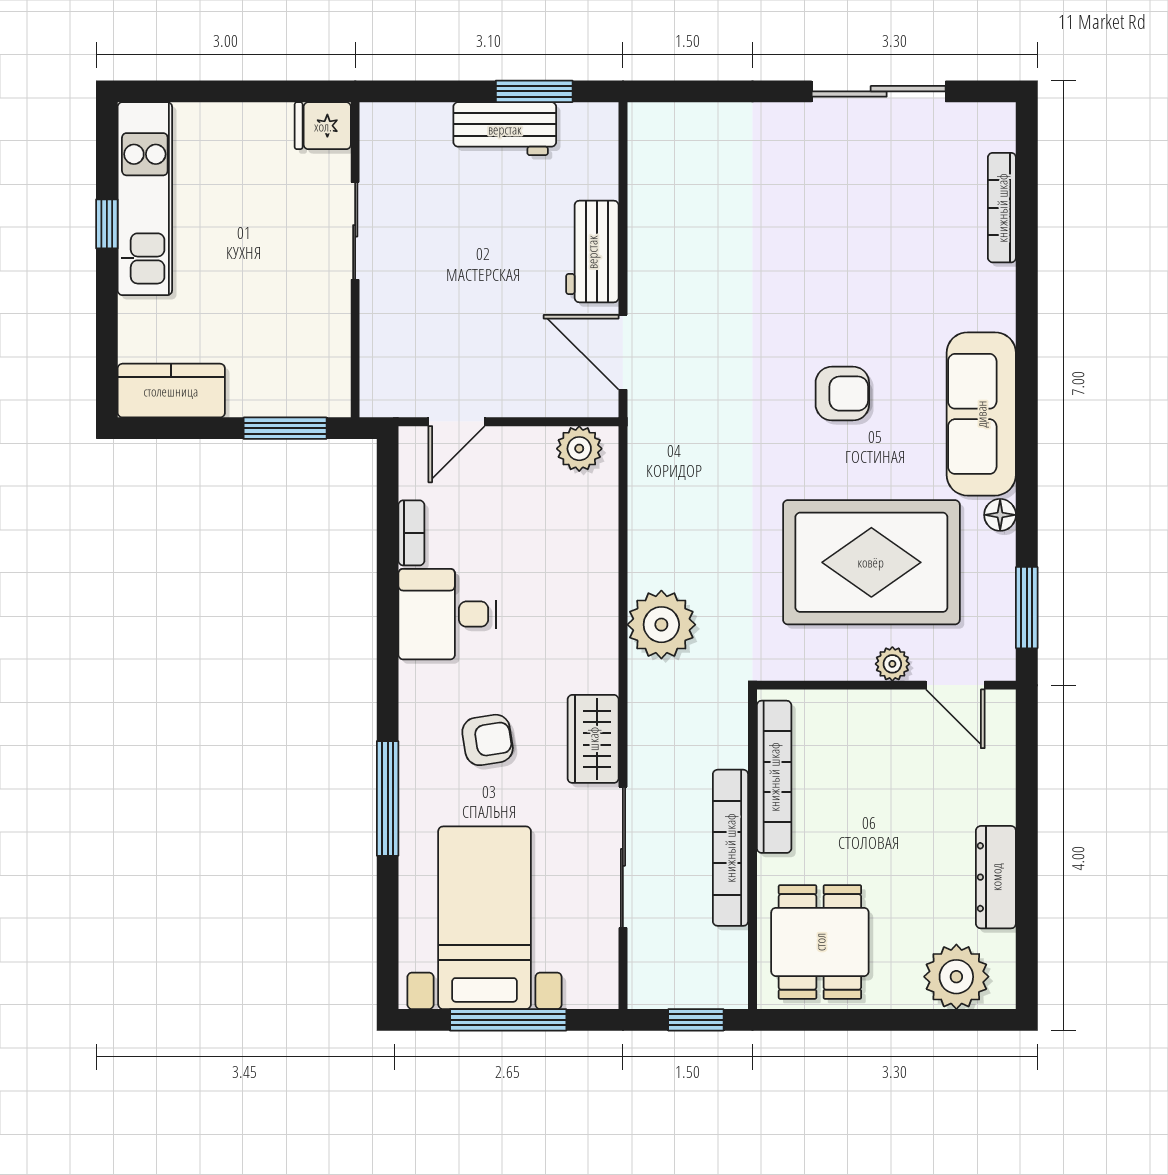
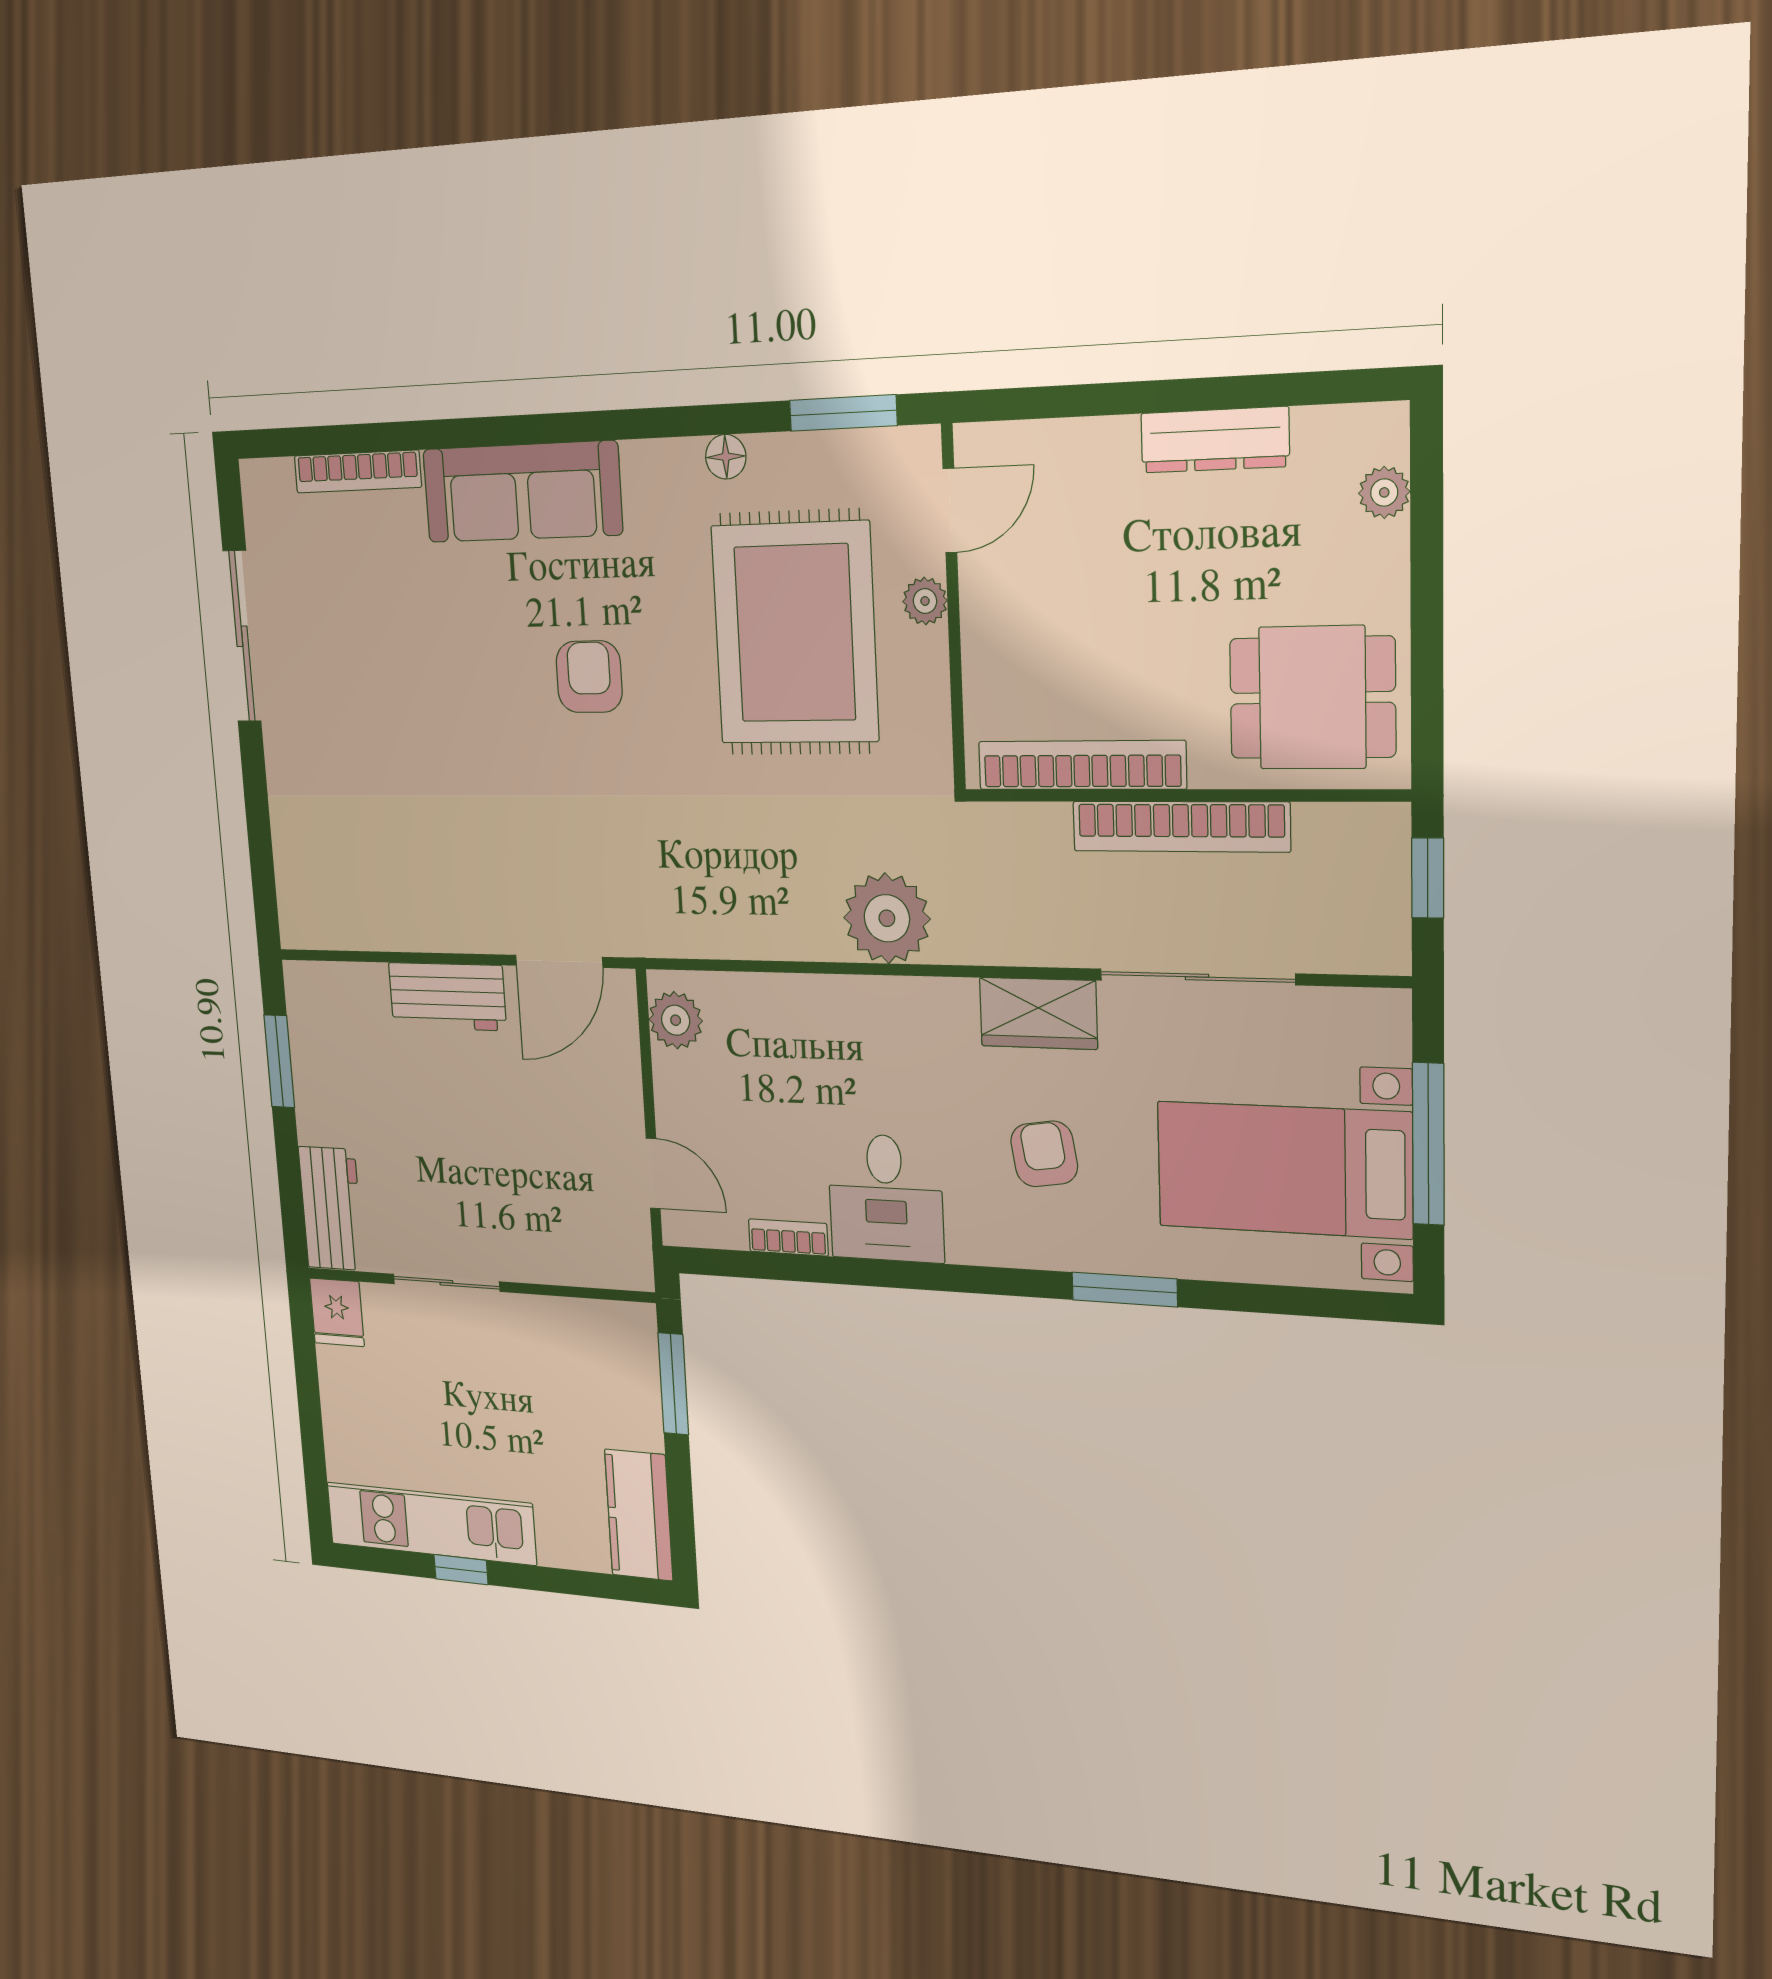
workbench: (505, 129) -> (331, 1209), moved
sofa: (981, 414) -> (522, 492), moved
window: (388, 798) -> (1125, 1289), width x0.69
plant: (956, 977) -> (1384, 492), width x0.53, depth x0.53

